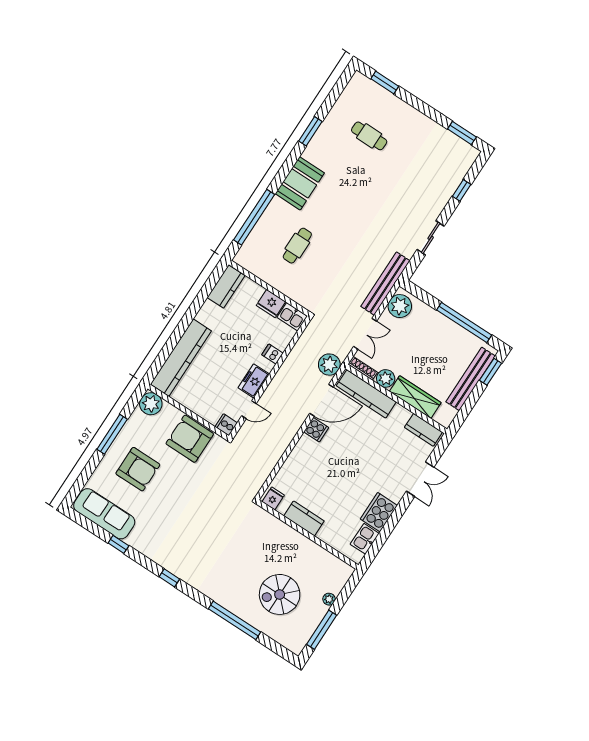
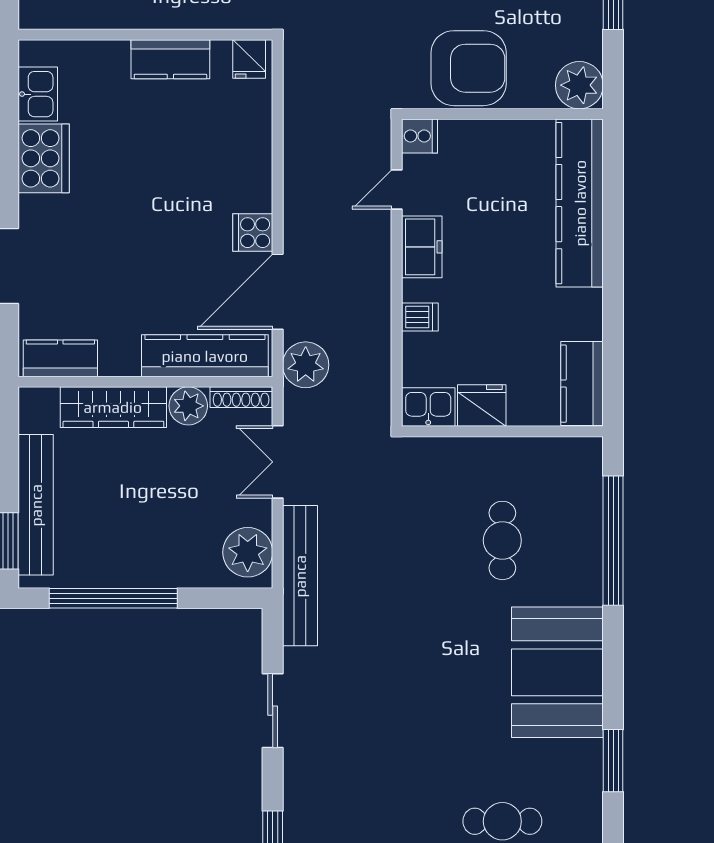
booth: (300, 183) -> (557, 672), width x1.36, depth x1.42

